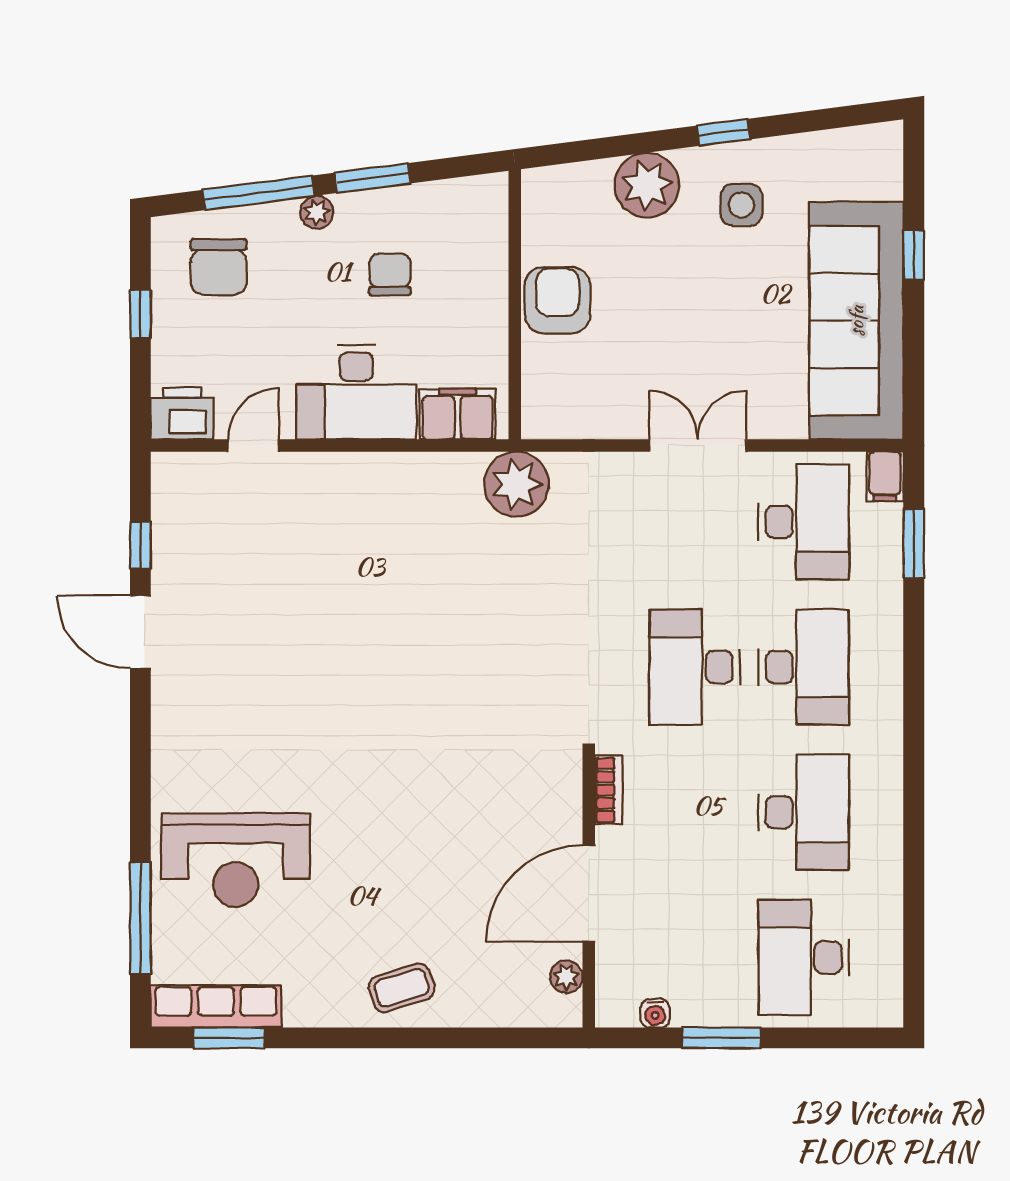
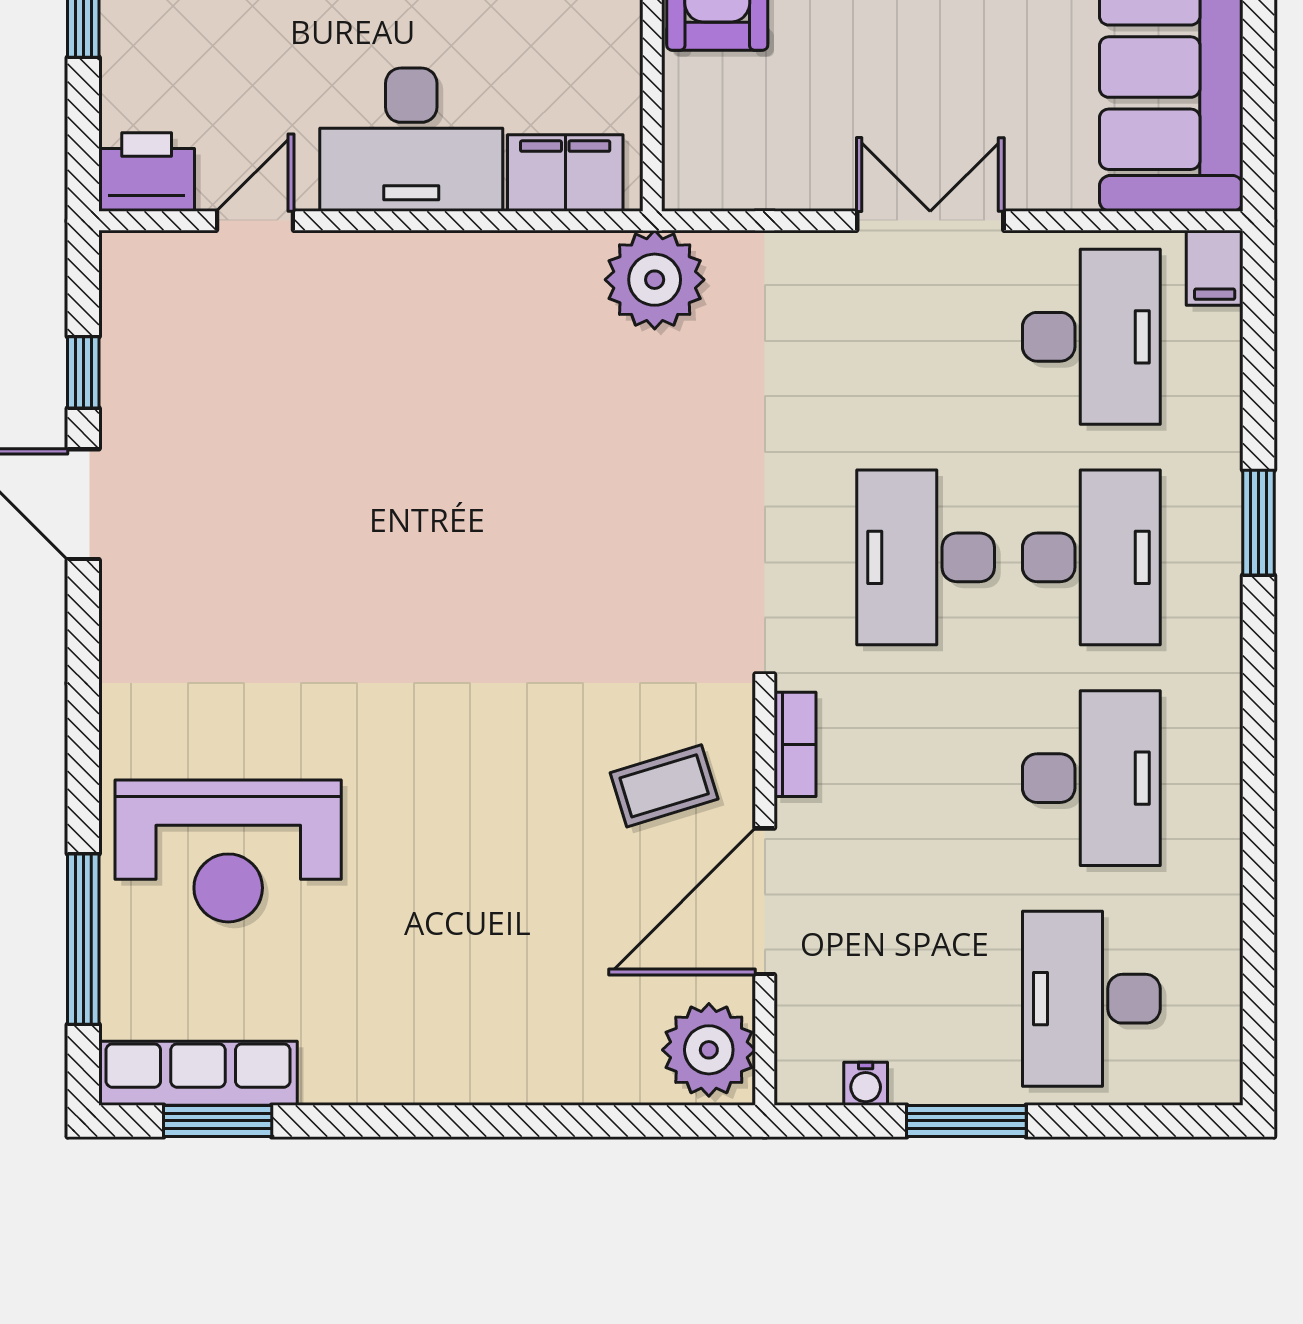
window: (914, 543) -> (1259, 523), moved
plant: (566, 977) -> (709, 1050), width x1.87, depth x1.87
coffee table: (402, 988) -> (664, 786), moved

